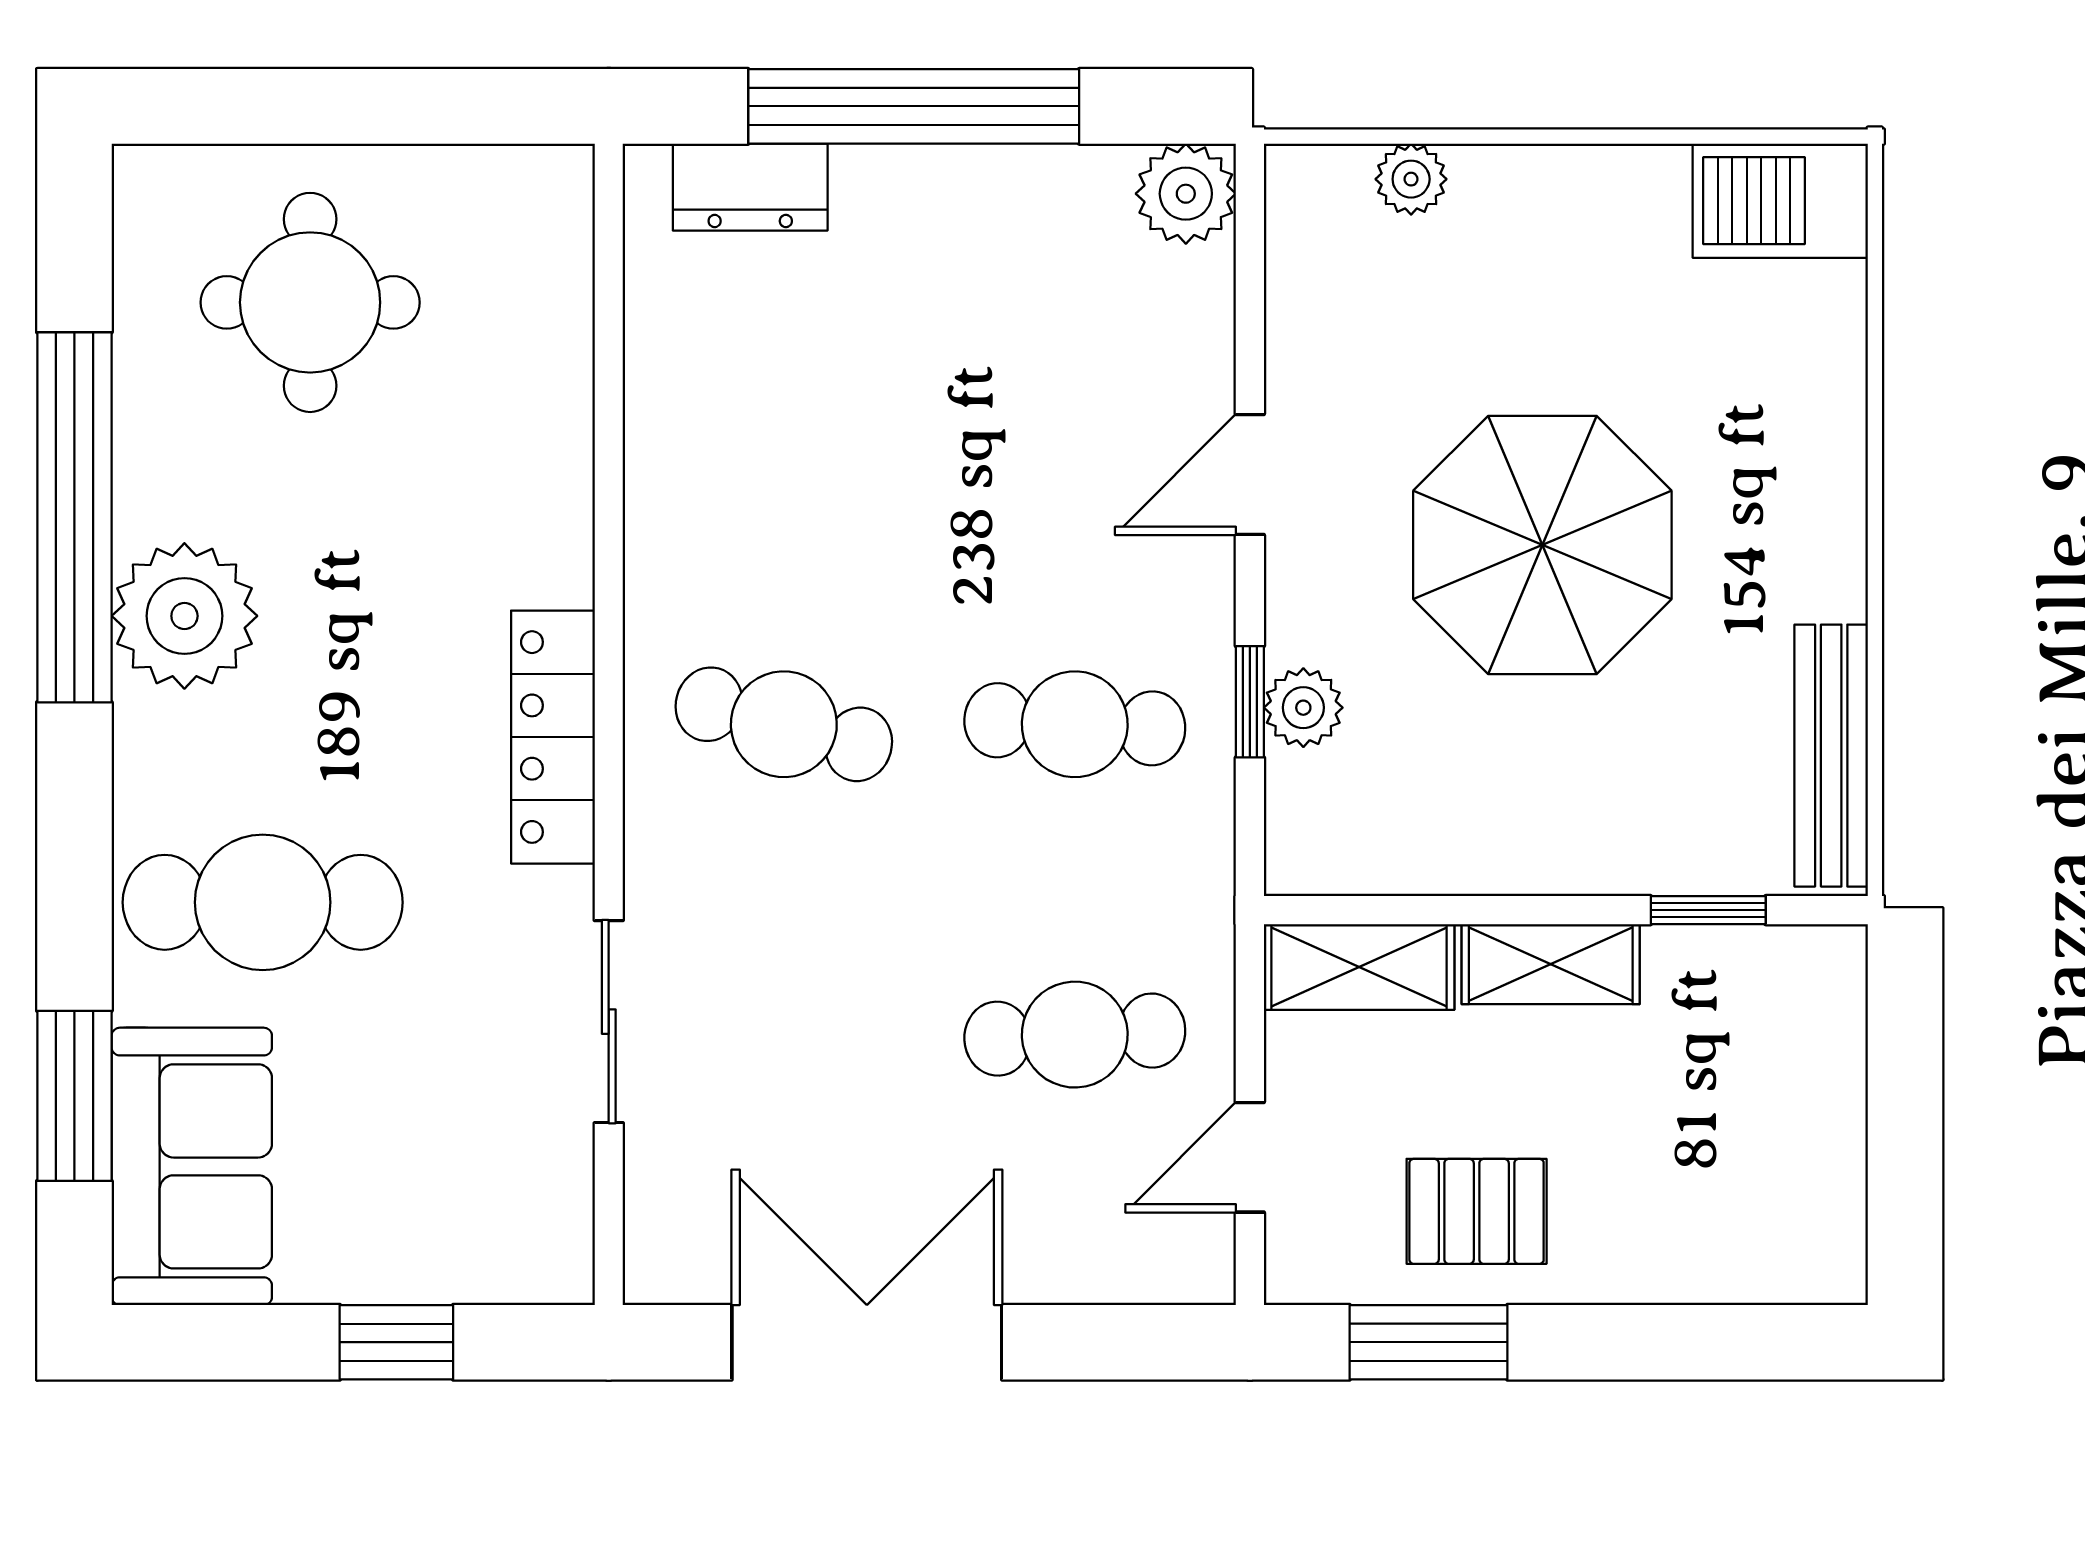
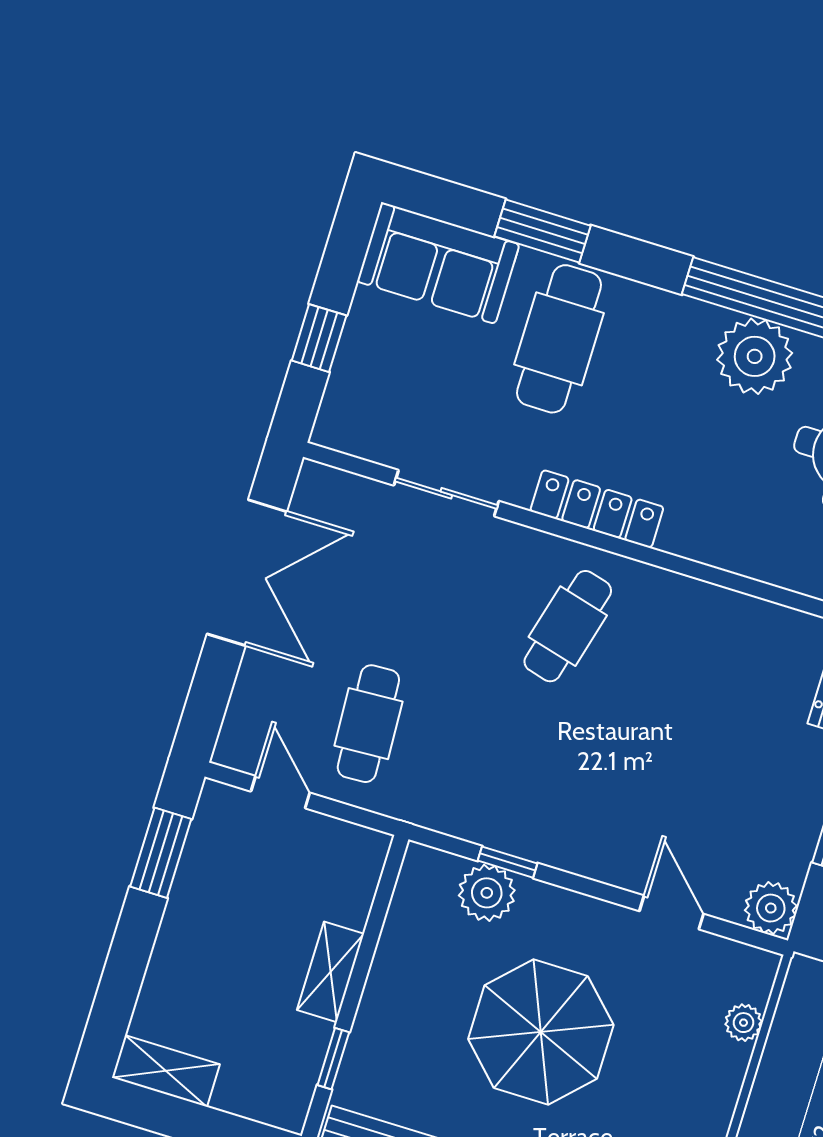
door: (1250, 475) -> (672, 912), moved
plant: (184, 616) -> (755, 356), moved
plant: (1303, 708) -> (487, 893), width x1.38, depth x1.38
cafe table: (1075, 724) -> (523, 771), removed
shelving: (1359, 967) -> (166, 1071), moved, turned 90
window: (74, 1096) -> (542, 231), moved
pallet: (1477, 1211) -> (219, 897), removed

